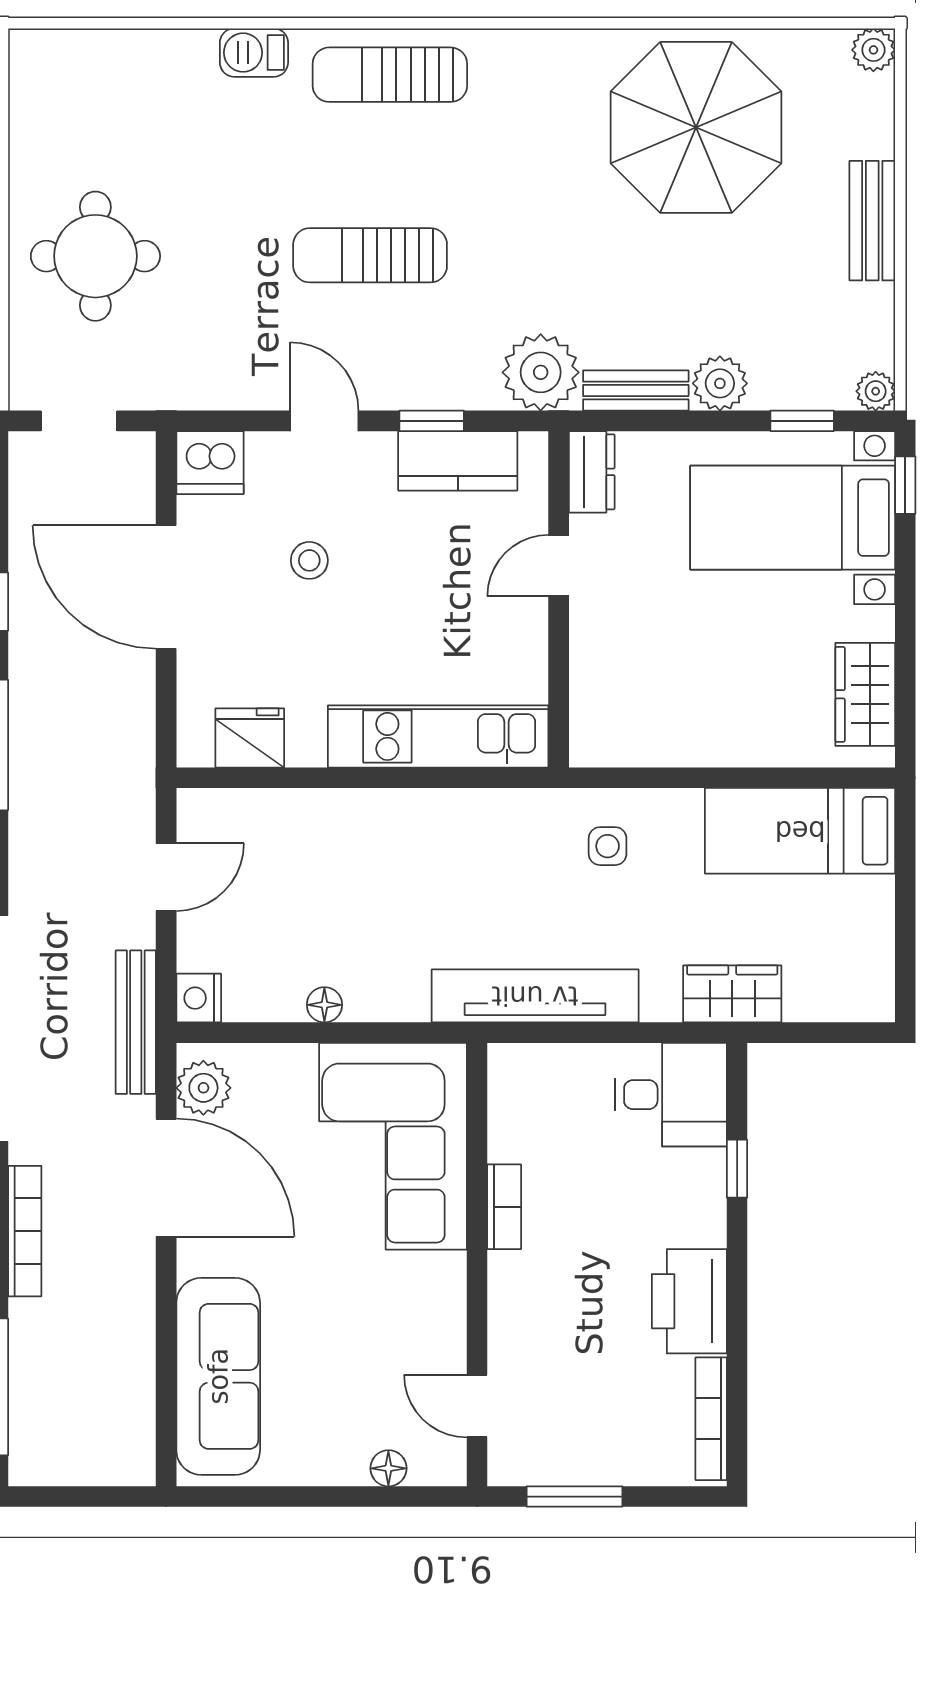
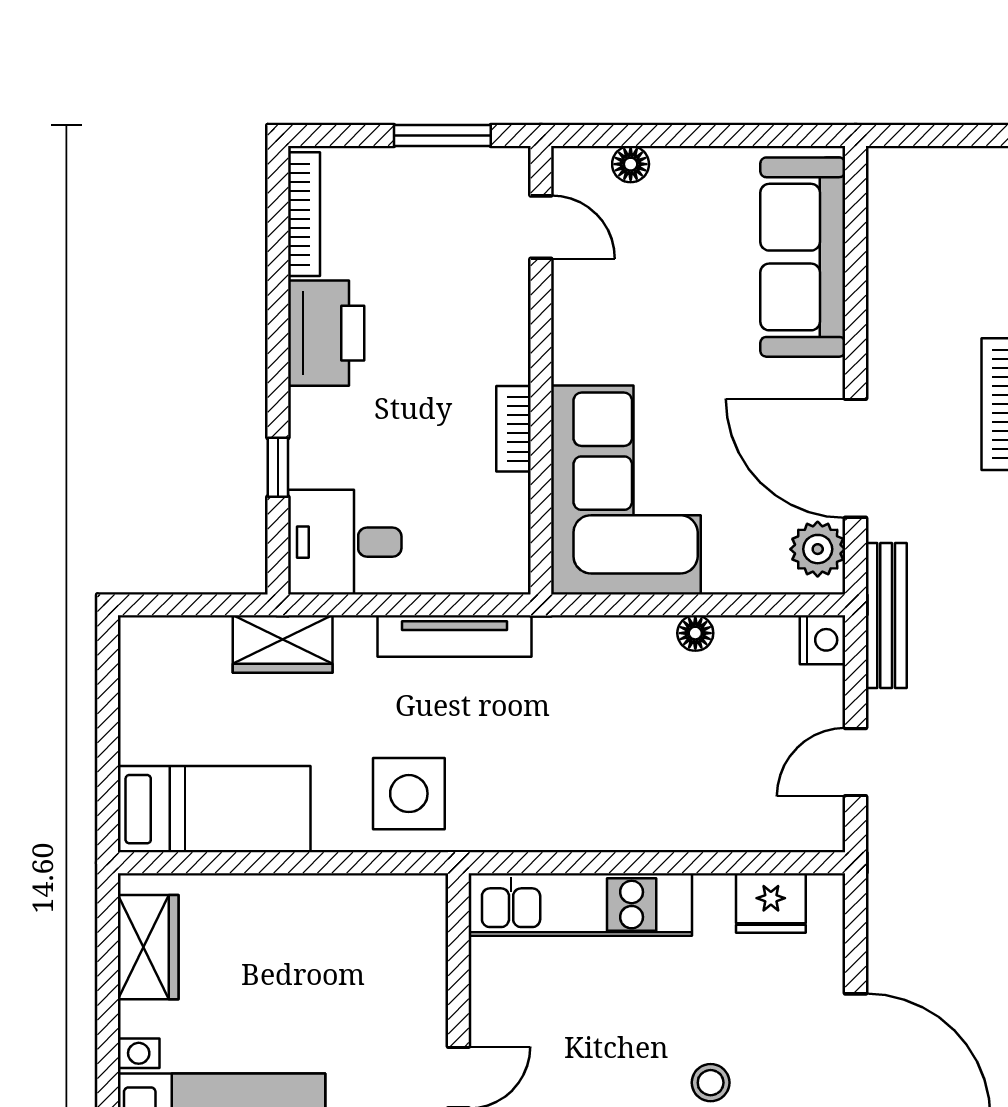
side table: (608, 846) -> (409, 794), width x1.87, depth x1.87
tv unit: (535, 996) -> (454, 636), width x0.73, depth x0.78

